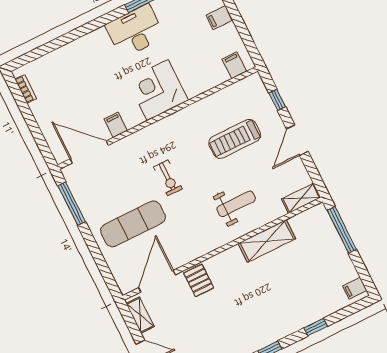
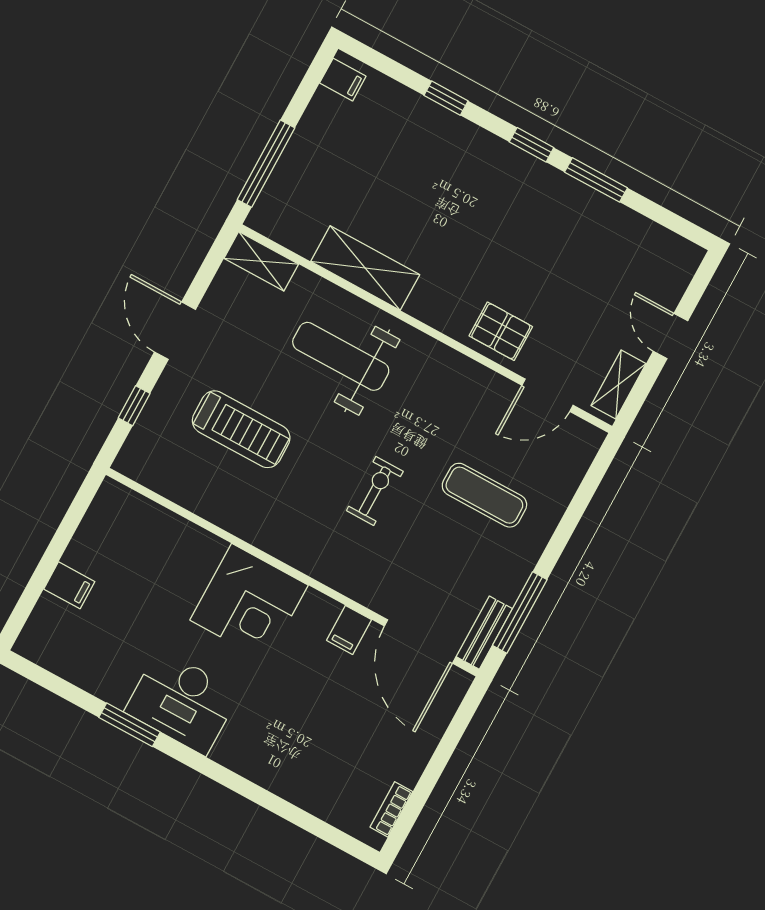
filing cabinet: (234, 65) -> (127, 510), removed
door: (297, 140) -> (175, 331), swing flipped
bench: (74, 182) -> (484, 633), added
weight bench: (236, 204) -> (341, 356), width x1.36, depth x1.33
exercise mat: (133, 224) -> (484, 495), width x0.73, depth x0.69
pallet: (199, 280) -> (501, 331), turned 90
door: (157, 281) -> (547, 395), width x0.73

